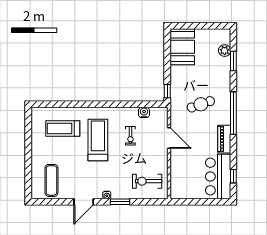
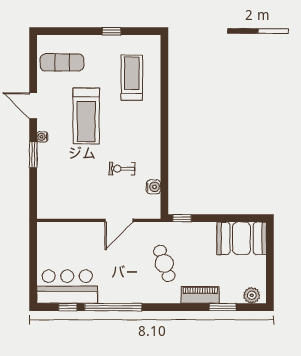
plant: (225, 51) -> (252, 295), moved
window: (233, 113) -> (113, 307), moved
piano: (224, 139) -> (200, 295), moved
treadmill: (98, 140) -> (86, 116), moved, turned 90
window: (28, 144) -> (111, 31), added
exercise bike: (147, 181) -> (61, 191), removed

